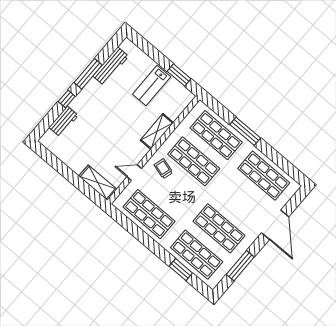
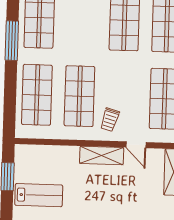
shelving: (157, 131) -> (102, 155), moved
window: (245, 131) -> (12, 41), moved

